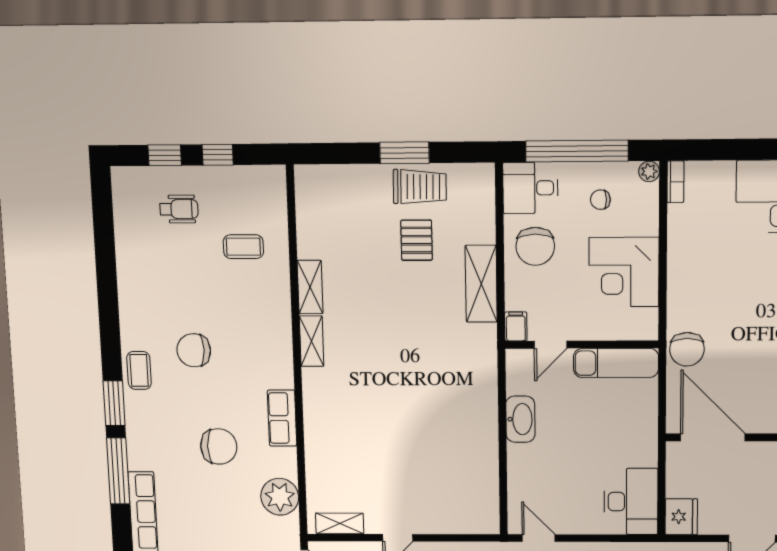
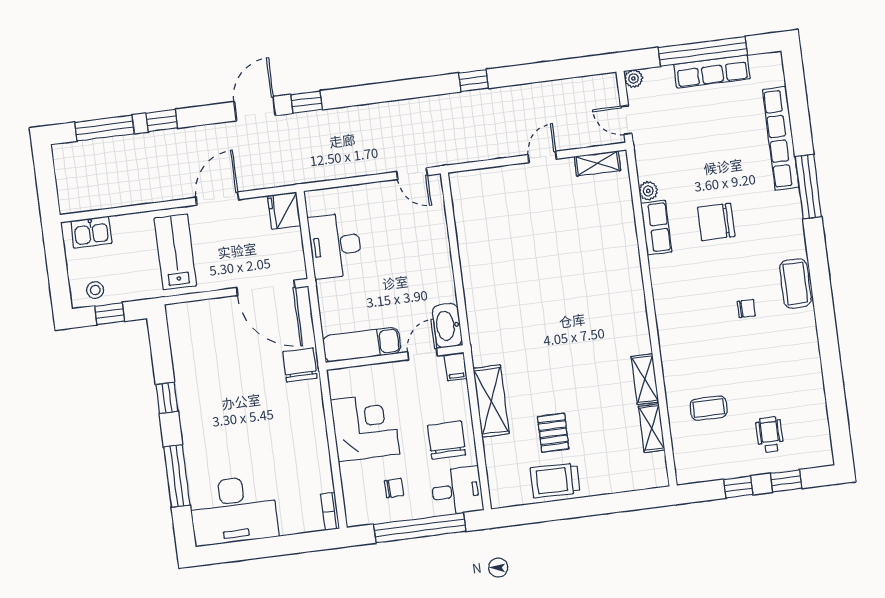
window: (405, 153) -> (572, 508), removed
plant: (649, 171) -> (354, 518), removed
wheelchair: (179, 209) -> (770, 435), turned 90
shelving: (312, 341) -> (652, 428), moved
chair: (194, 350) -> (746, 308), width x0.54, depth x0.54
coffee table: (139, 370) -> (795, 284), width x1.36, depth x1.30
window: (114, 403) -> (816, 250), removed
row of seats: (282, 418) -> (656, 228), moved
washbasin: (520, 419) -> (447, 326), moved
plant: (280, 497) -> (648, 191), width x0.53, depth x0.53
desk: (631, 502) -> (335, 246), moved

